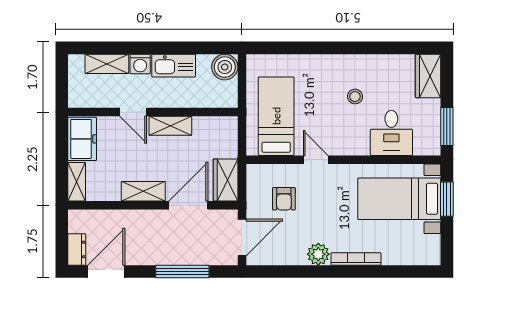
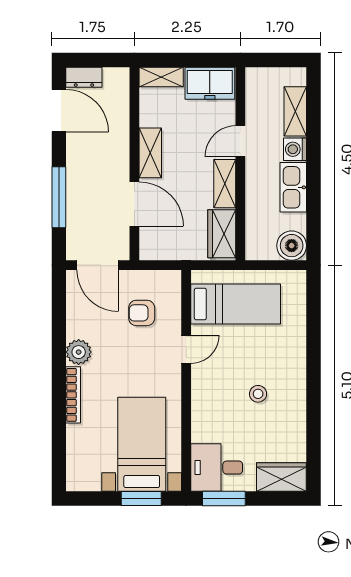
desk: (391, 133) -> (217, 468), moved
wardrobe: (226, 180) -> (222, 234), moved, turned -90

